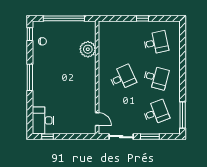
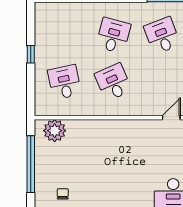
desk: (156, 43) -> (64, 82), moved
plant: (88, 49) -> (55, 131), moved

